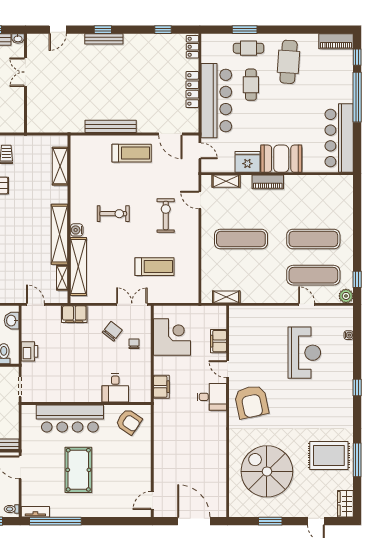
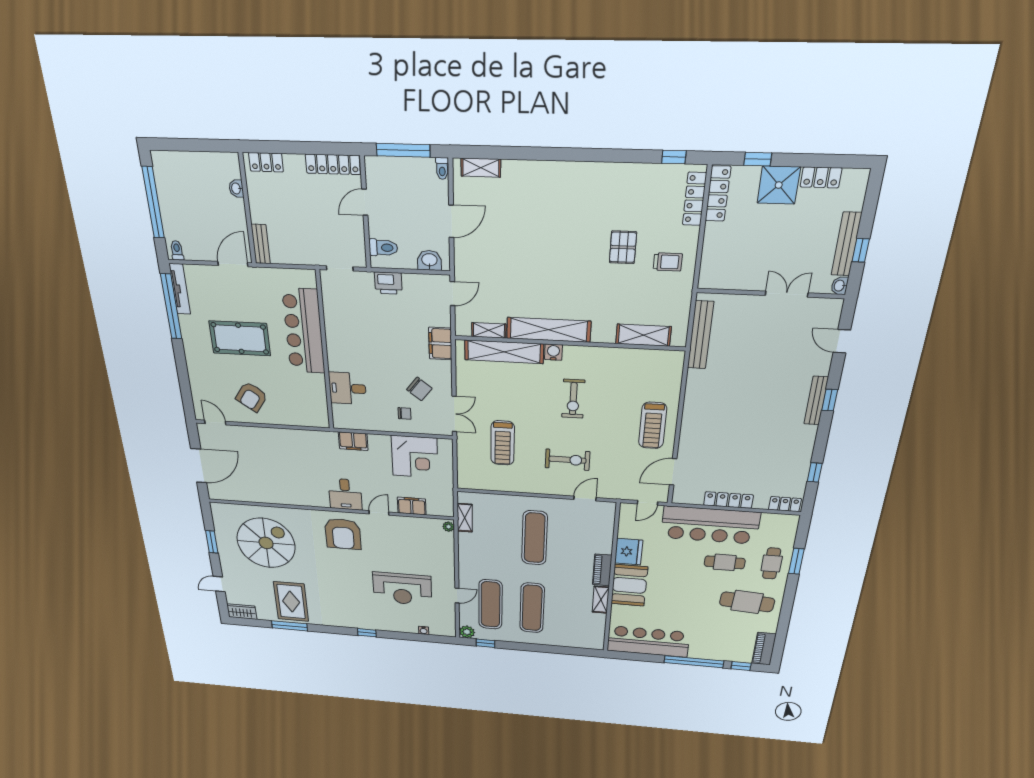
bench: (111, 126) -> (700, 335), moved
shelving: (226, 181) -> (601, 600), moved
plant: (236, 311) -> (449, 527), added
armchair: (251, 402) -> (343, 534), turned -78
armchair: (129, 422) -> (252, 397), moved
tv unit: (35, 512) -> (180, 289), width x1.41

